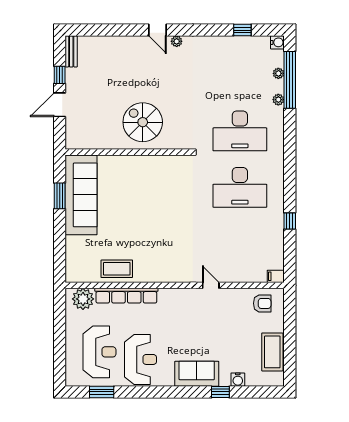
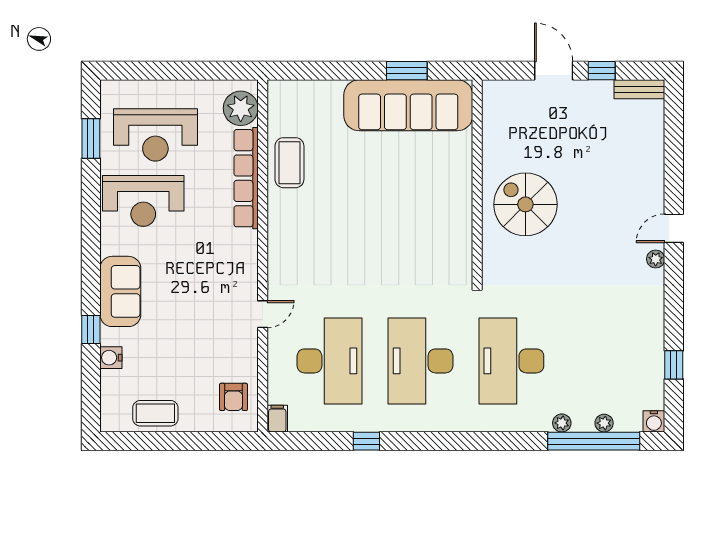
spiral stairs: (143, 122) -> (525, 204), turned -90
desk: (240, 244) -> (330, 361), added
coffee table: (272, 352) -> (155, 413), width x0.73, depth x0.76

